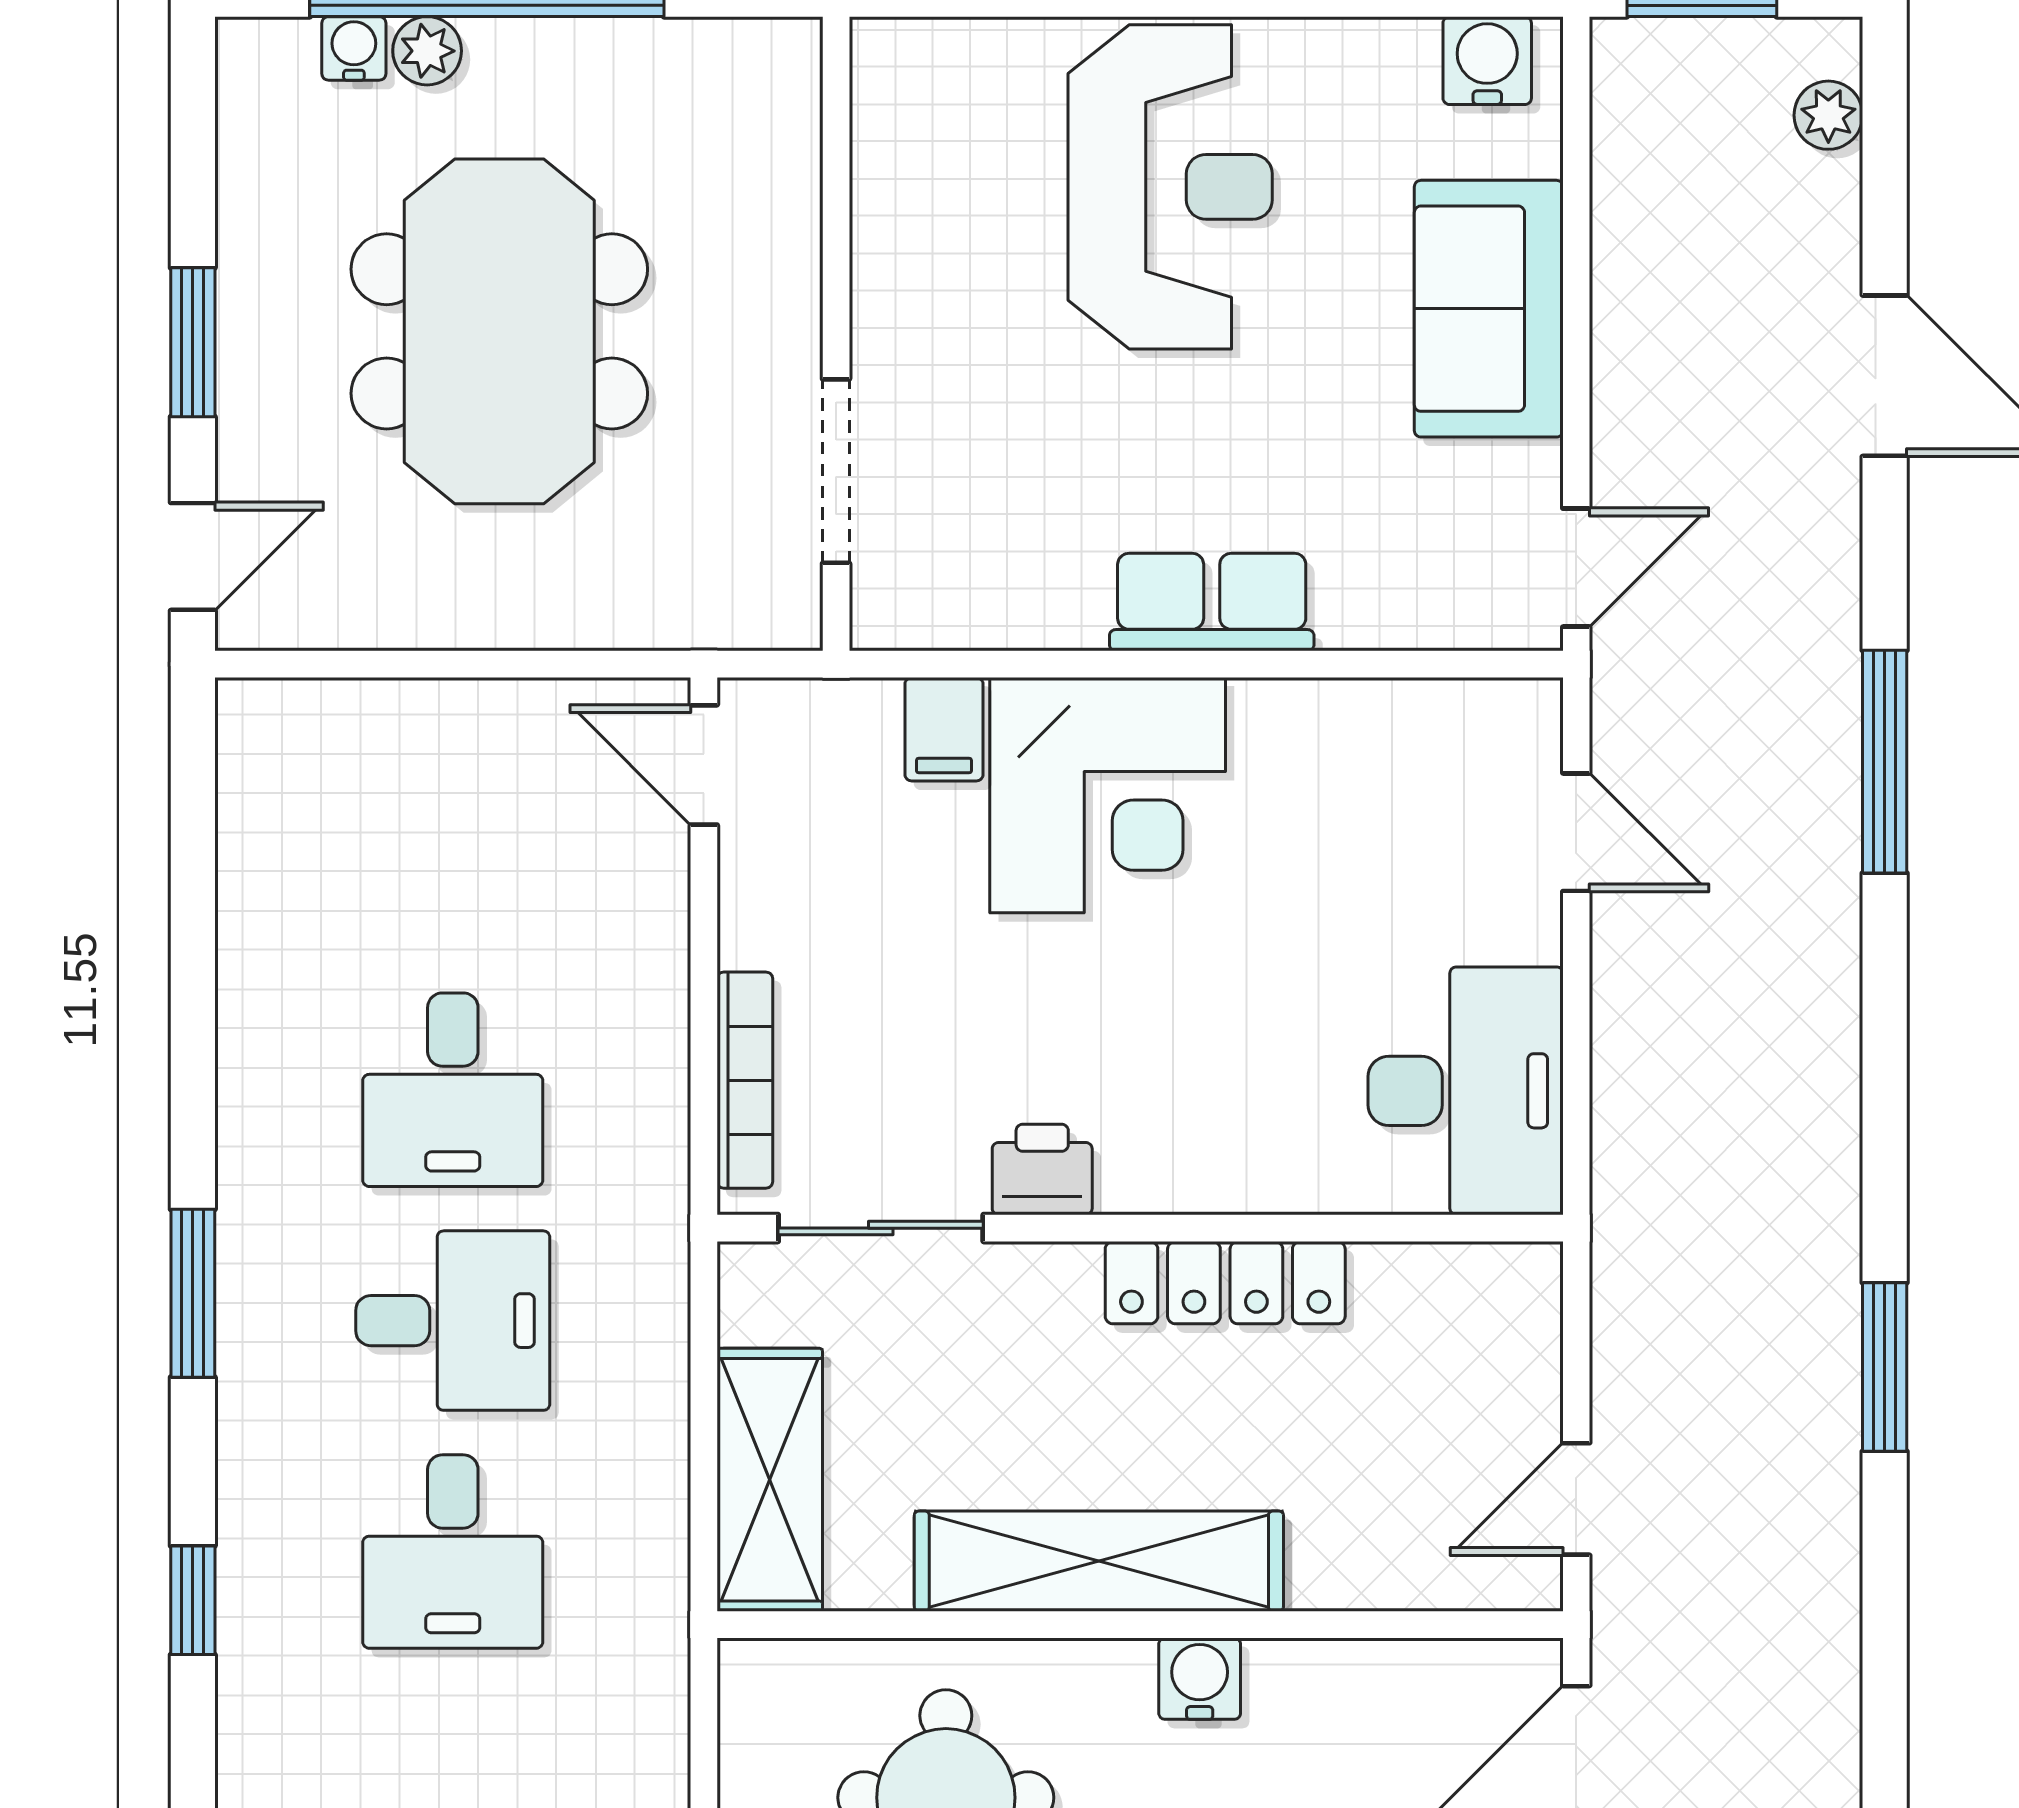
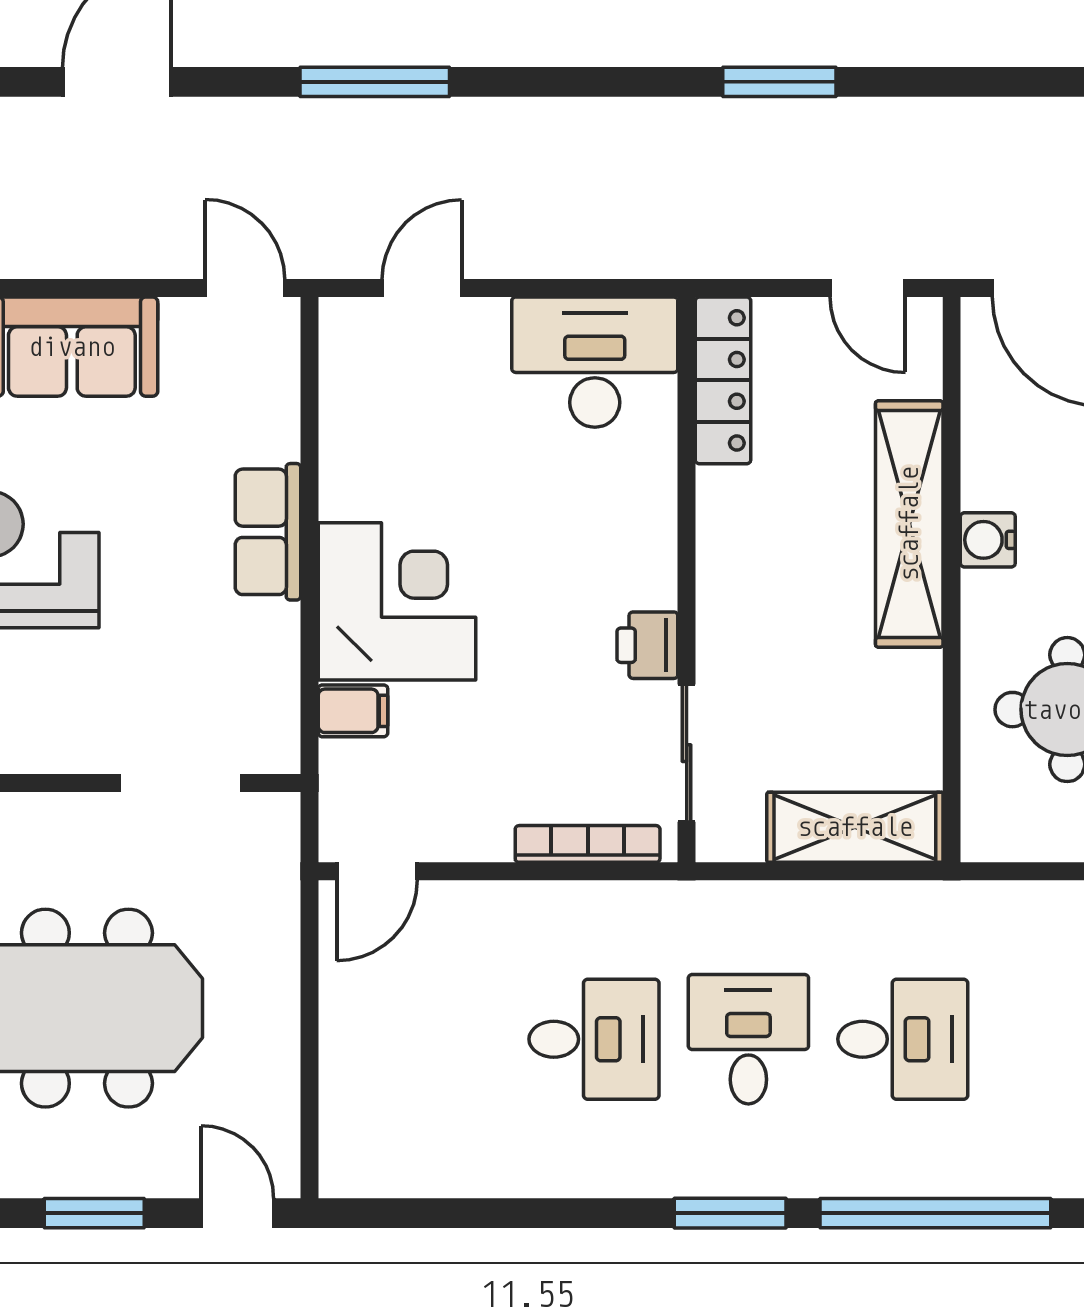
locker: (1225, 1283) -> (723, 380), moved
shelving: (1099, 1561) -> (909, 524), moved
window: (193, 1600) -> (935, 1213), width x3.17

